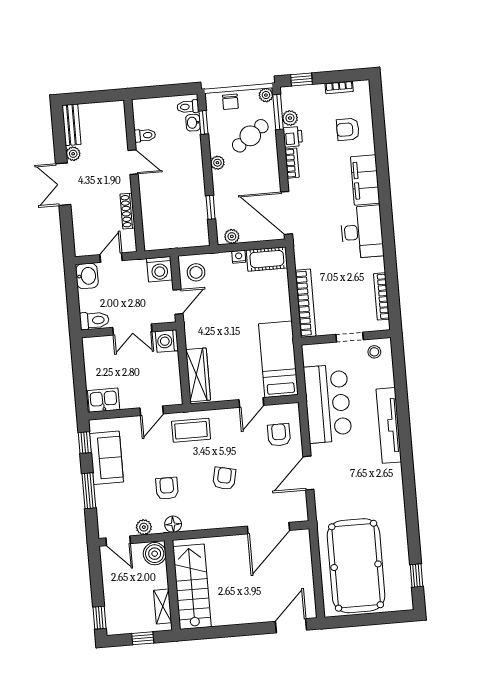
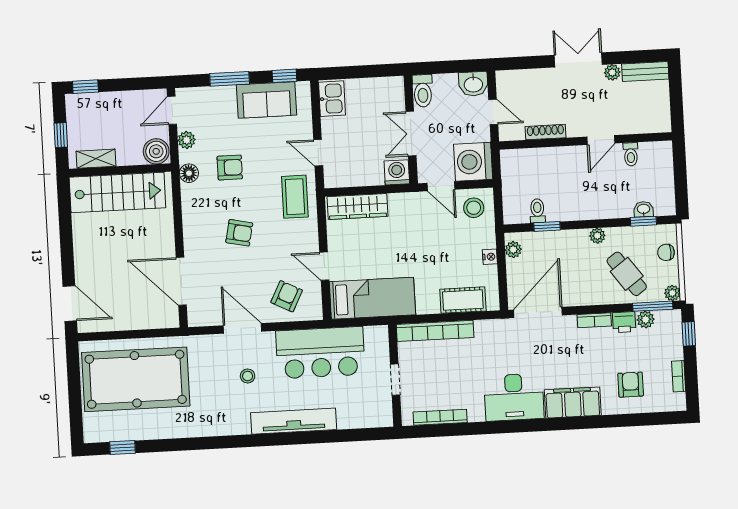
toilet: (188, 107) -> (537, 211), moved
cot: (267, 259) -> (463, 300), moved, turned 90
washing machine: (160, 269) -> (473, 162), width x1.37, depth x1.37
stool: (374, 352) -> (248, 376), moved
armchair: (279, 435) -> (287, 296), turned -63

